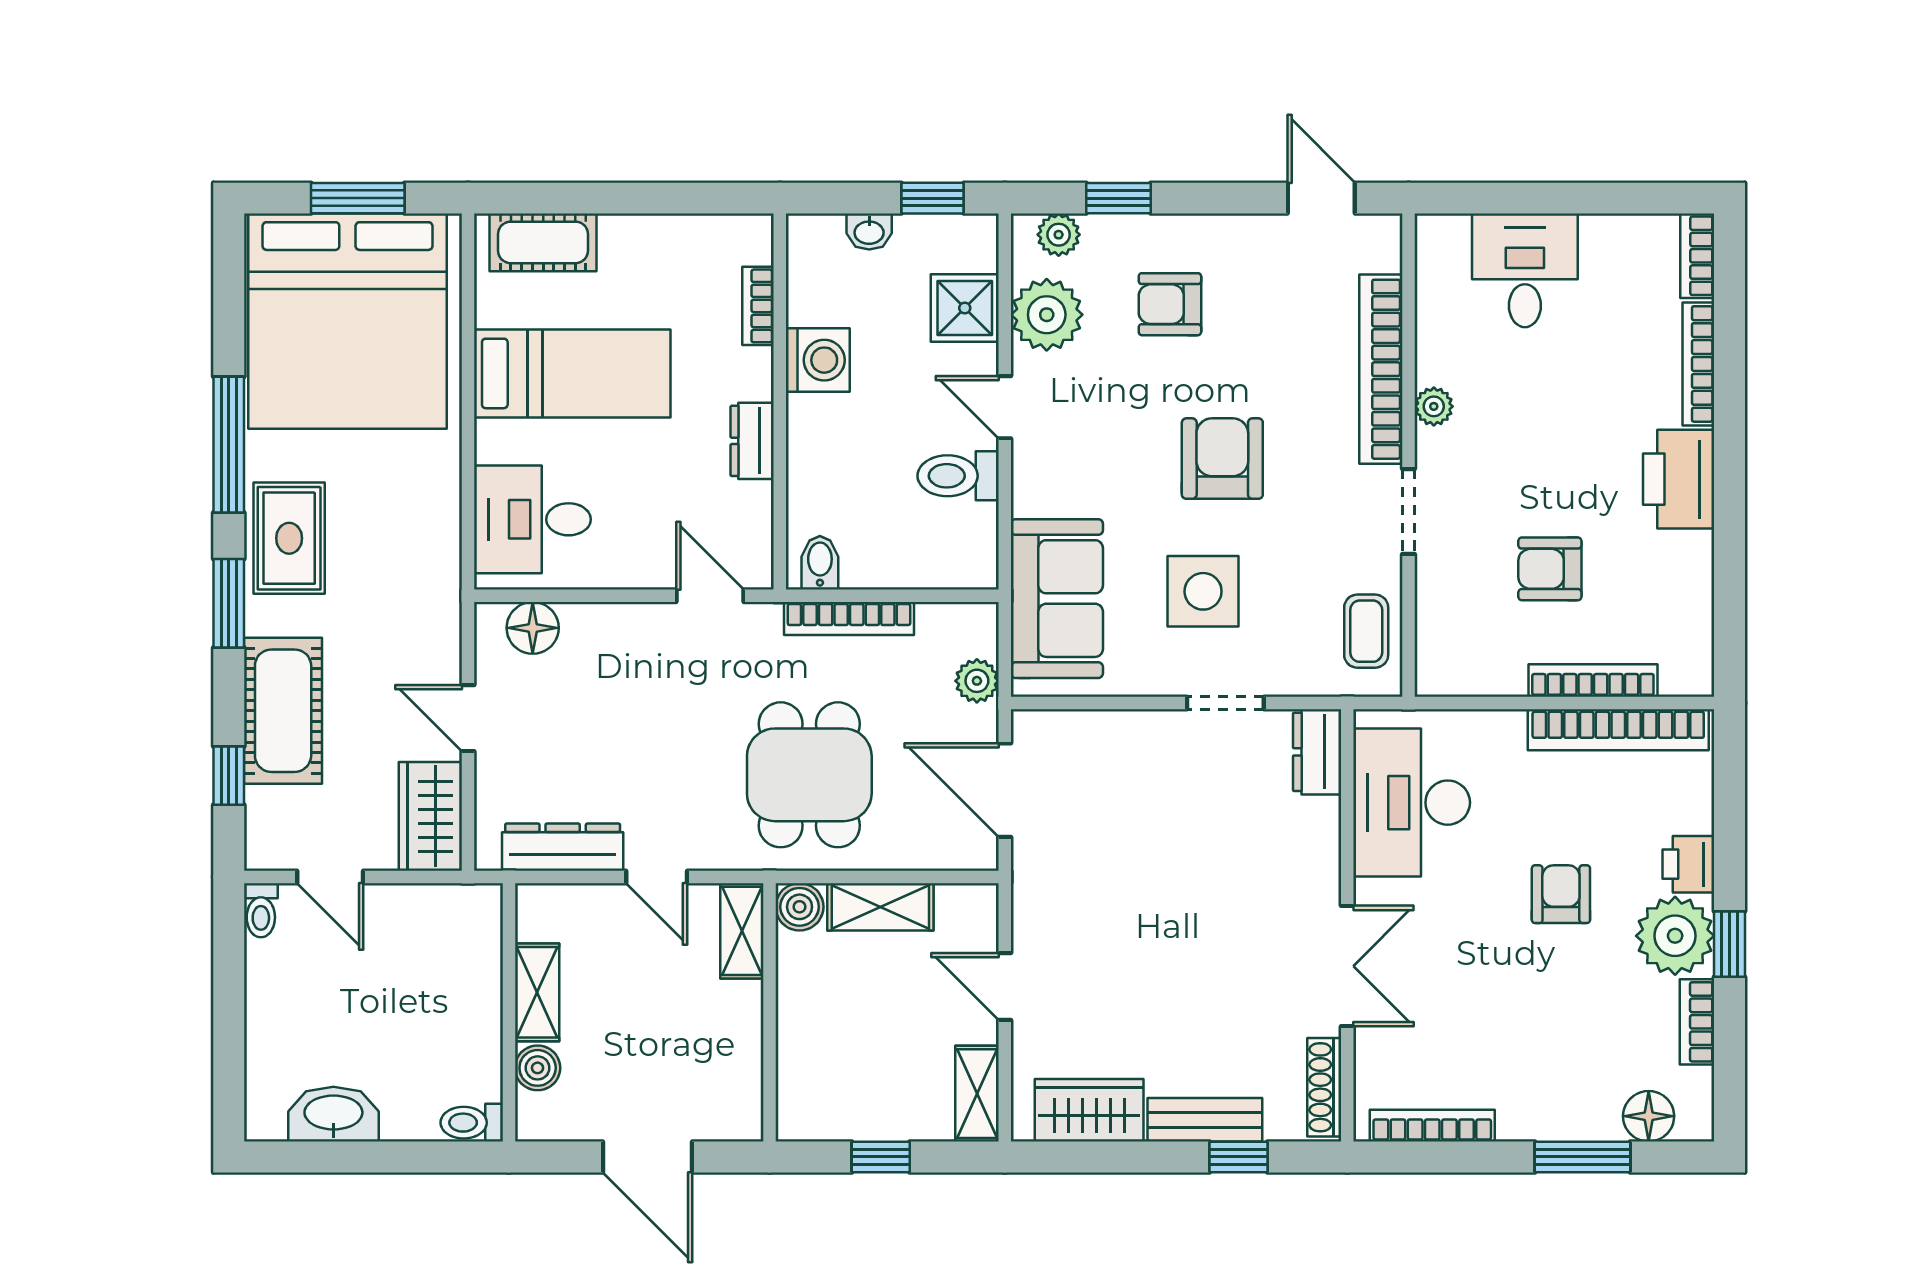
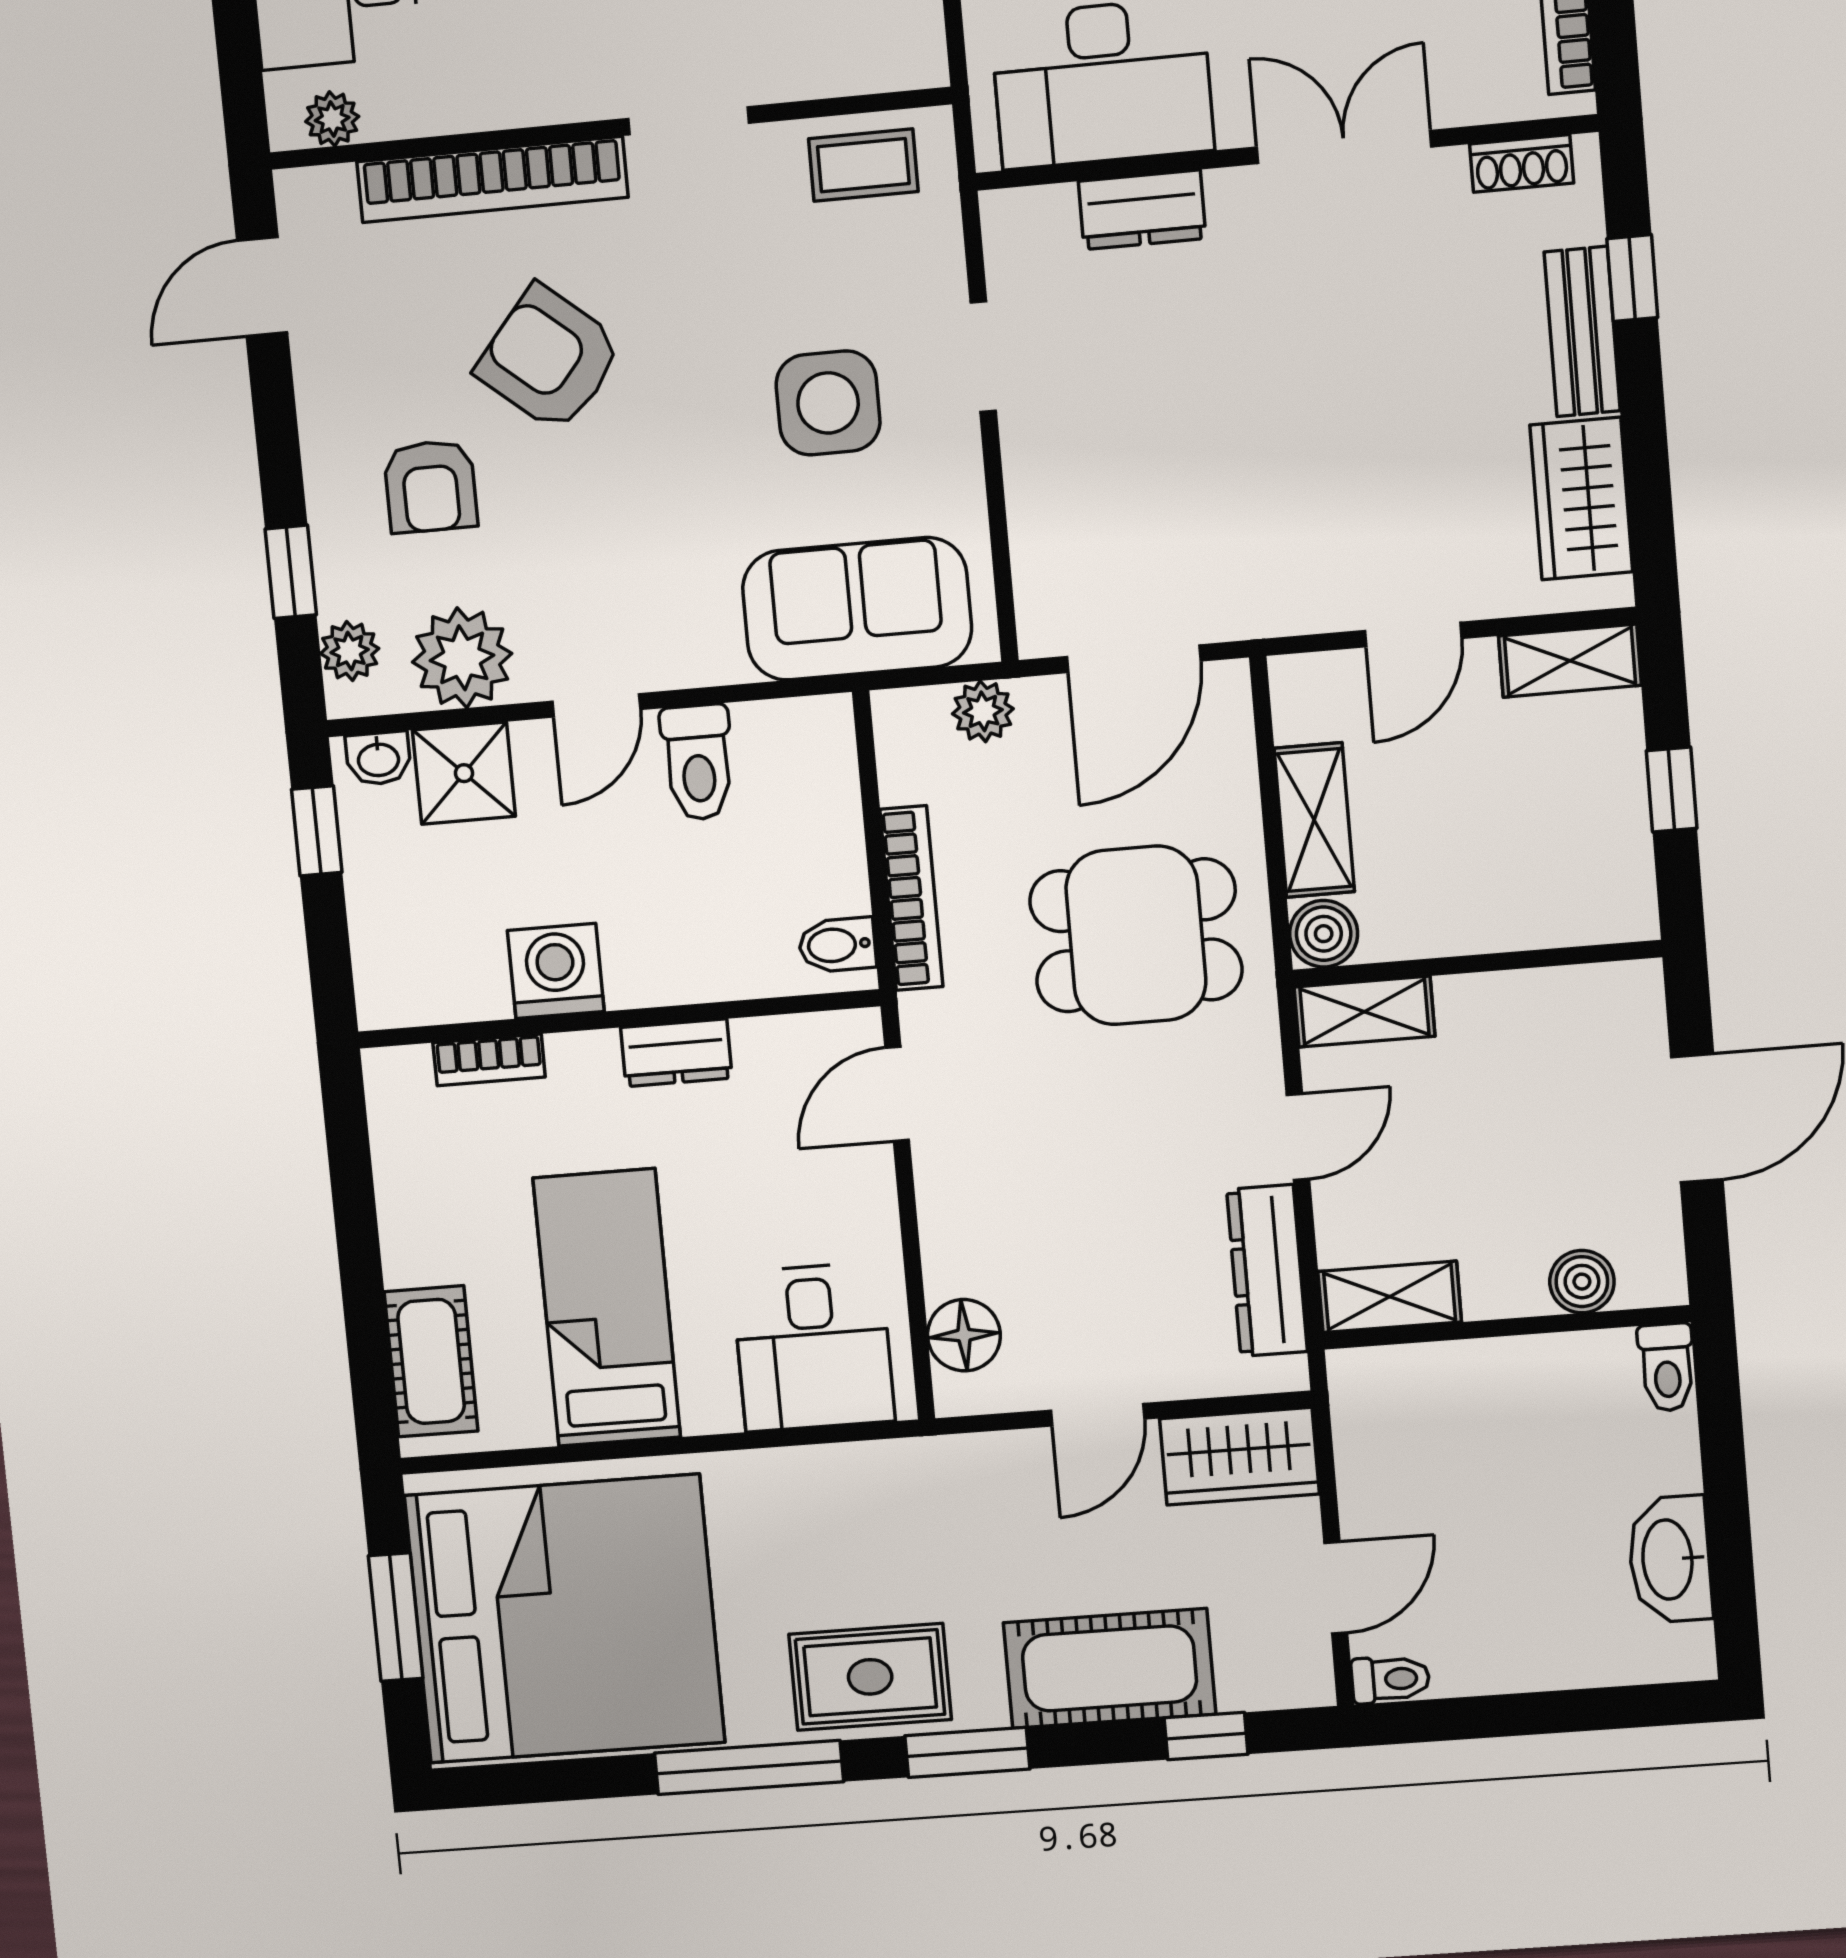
washbasin: (869, 232) -> (378, 758), moved, turned 90
plant: (1434, 406) -> (332, 119), moved
armchair: (1222, 459) -> (549, 359), moved, turned 40
dresser: (1317, 752) -> (1142, 210), moved
shelving: (537, 992) -> (1390, 1297), moved
shoe rack: (1324, 1087) -> (1522, 164), width x0.70

